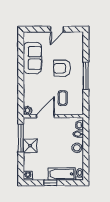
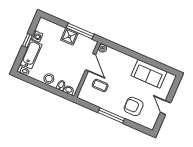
armchair: (62, 68) -> (134, 106), moved, turned -90
washing machine: (28, 176) -> (37, 36), moved

